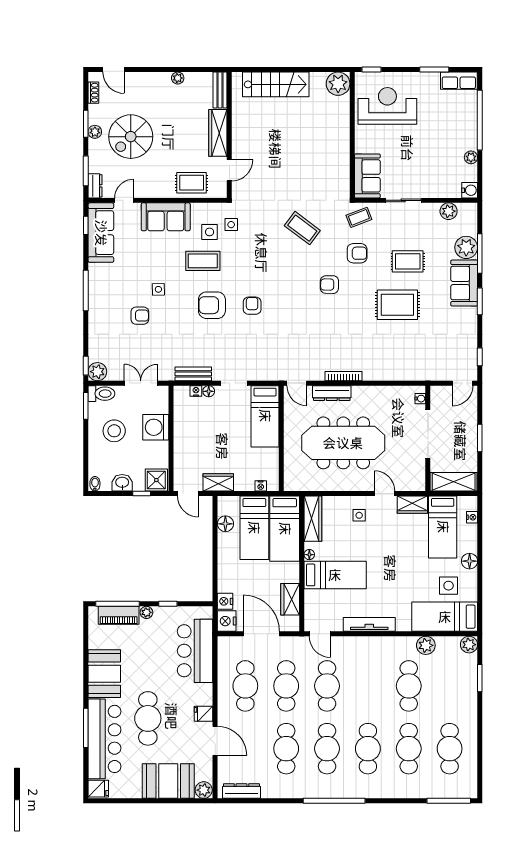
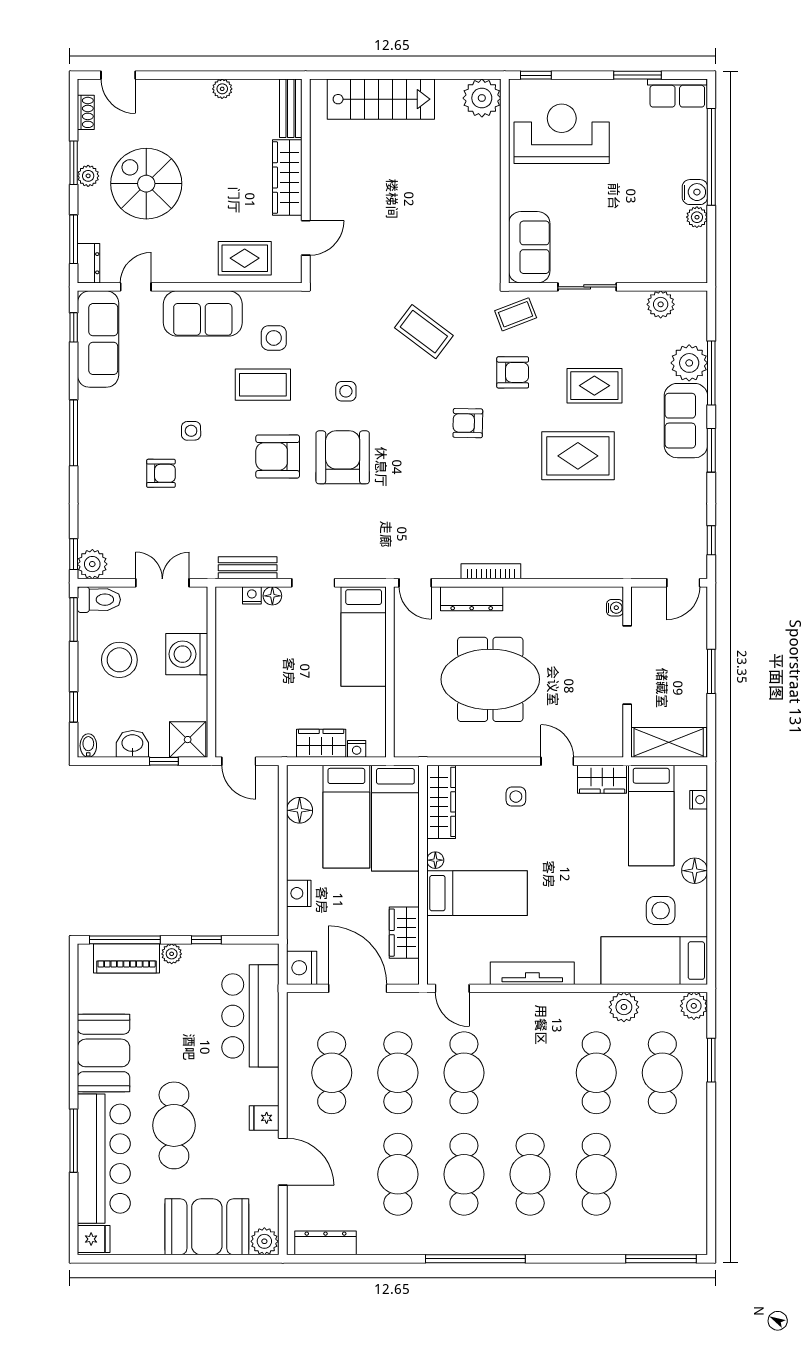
spiral stairs: (131, 137) -> (146, 184), turned 90
water cooler: (470, 190) -> (695, 192), moved
side table: (231, 225) -> (346, 391), moved
armchair: (252, 306) -> (343, 457), width x1.88, depth x1.88
meeting table: (343, 443) -> (490, 679), width x0.73
window: (86, 460) -> (74, 707), added
wardrobe: (218, 482) -> (321, 743), moved
nightstand: (225, 601) -> (299, 893), moved
cafe table: (450, 749) -> (662, 1073), moved

